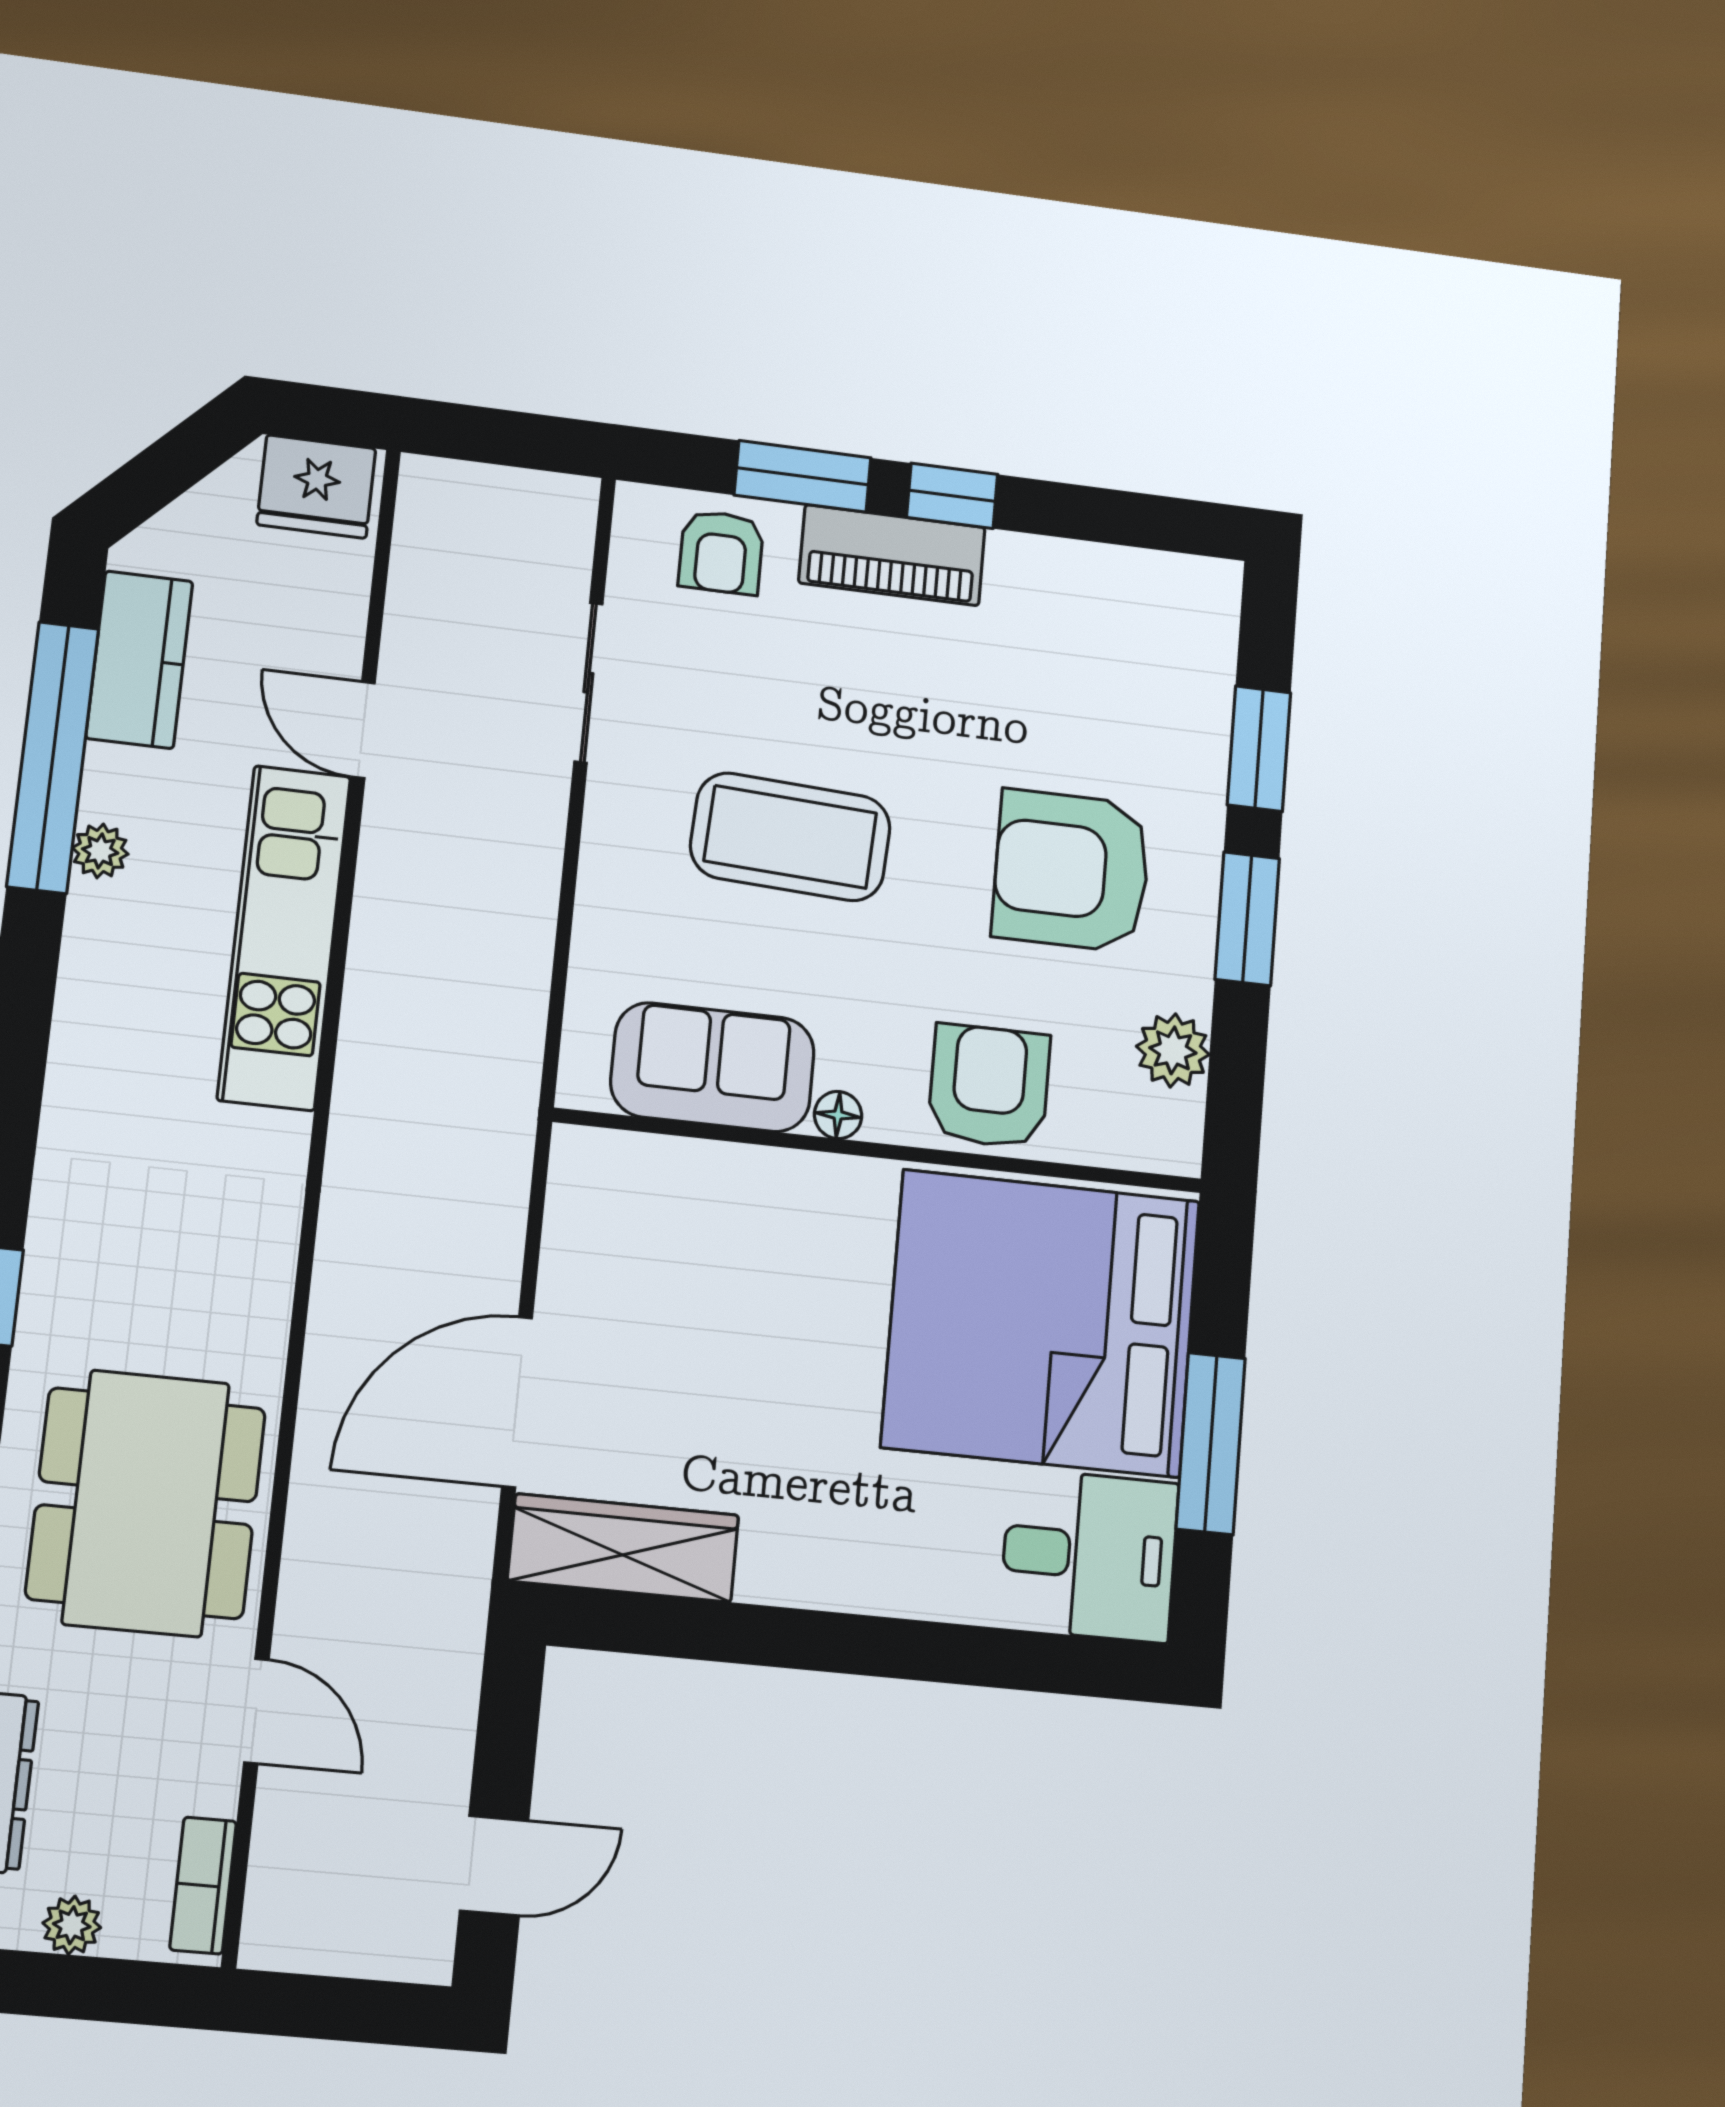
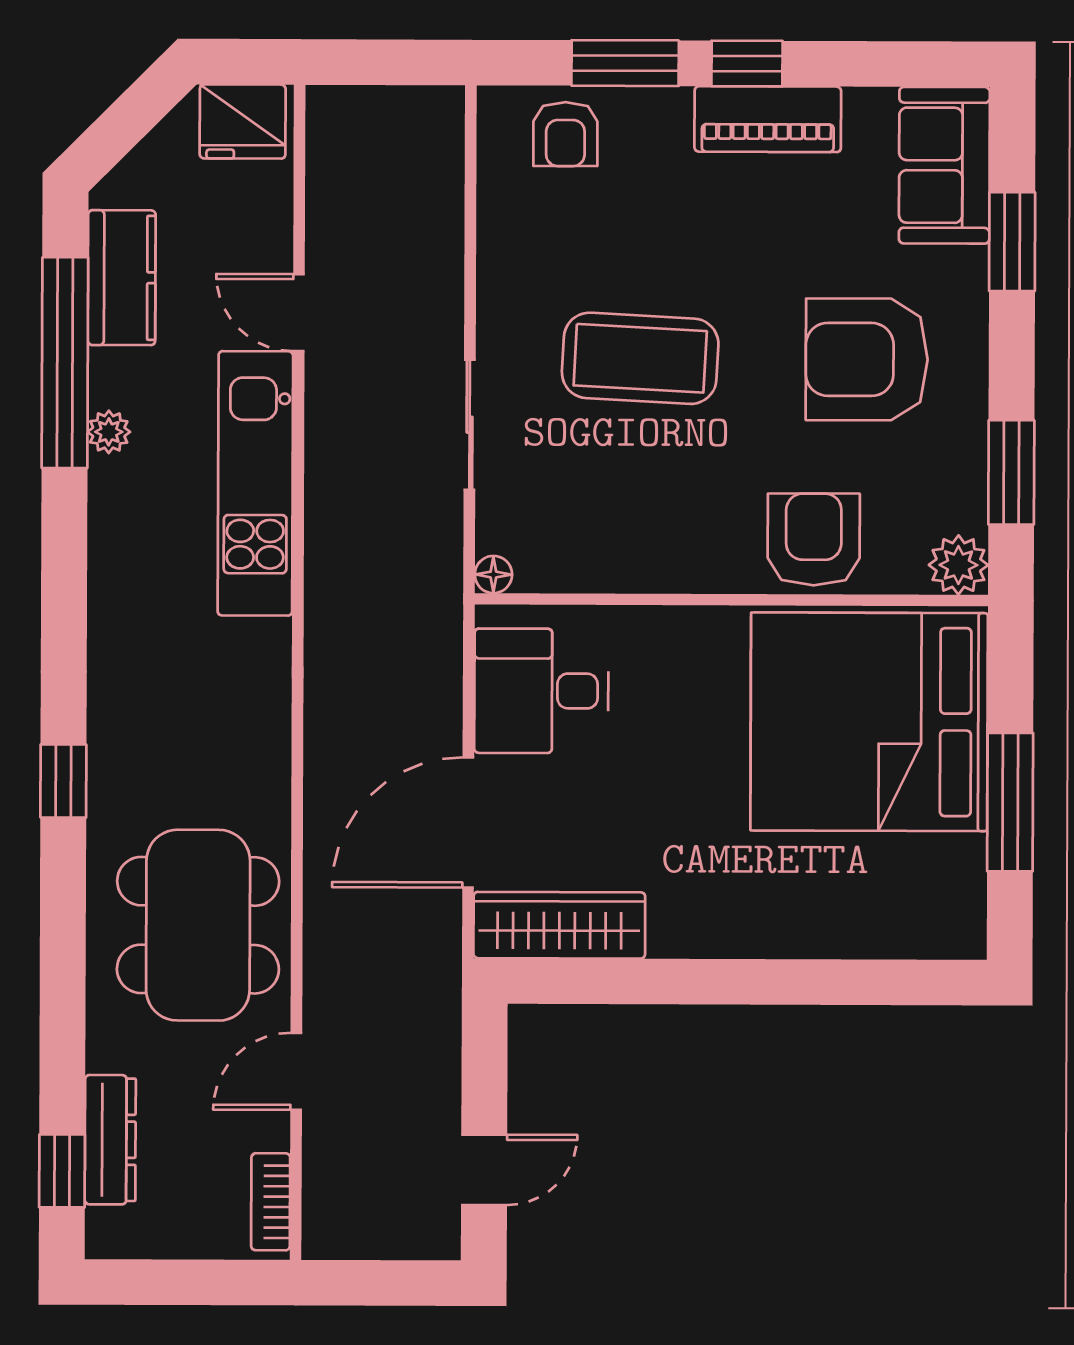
piano: (892, 555) -> (768, 119), moved
sliding door: (588, 683) -> (470, 425), moved
window: (1247, 919) -> (1011, 472), moved
plant: (1173, 1050) -> (958, 565), moved
sofa: (713, 1067) -> (944, 165), moved, turned -90
floor lamp: (838, 1115) -> (493, 574), moved
desk: (1089, 1555) -> (541, 691), moved, turned 180
door: (256, 1711) -> (296, 1071), swing flipped
plant: (72, 1925) -> (178, 1238), removed

